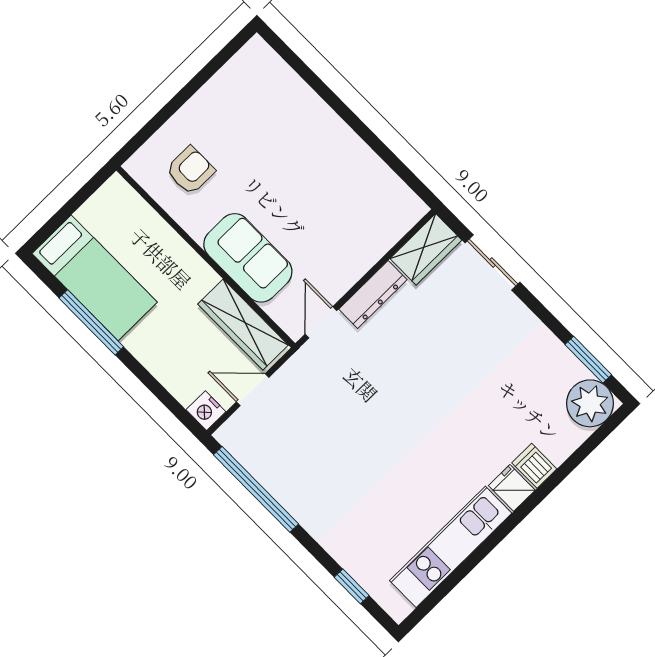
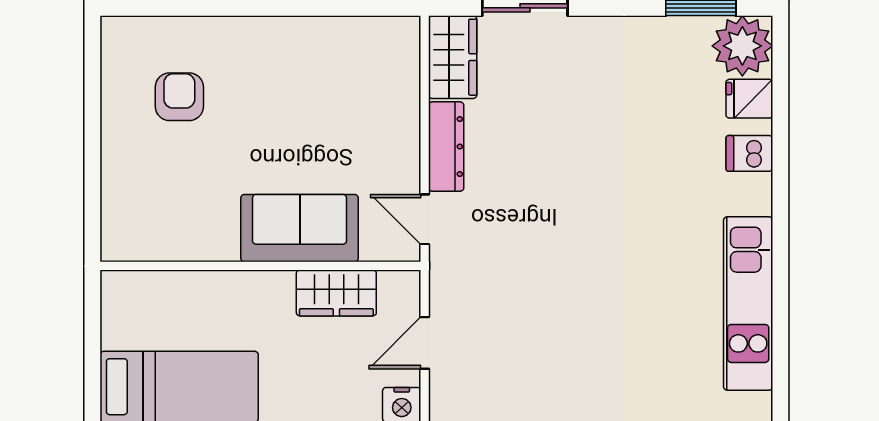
armchair: (190, 170) -> (179, 97), moved
wardrobe: (243, 325) -> (336, 293), width x0.67
fridge: (512, 488) -> (749, 99), moved

